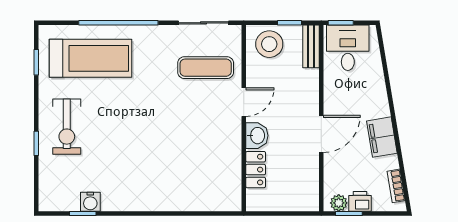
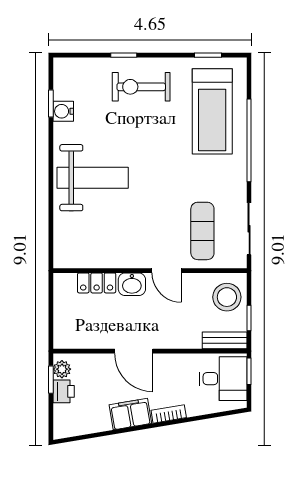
weight bench: (154, 173) -> (93, 178), added
bookcase: (396, 186) -> (169, 414), moved

